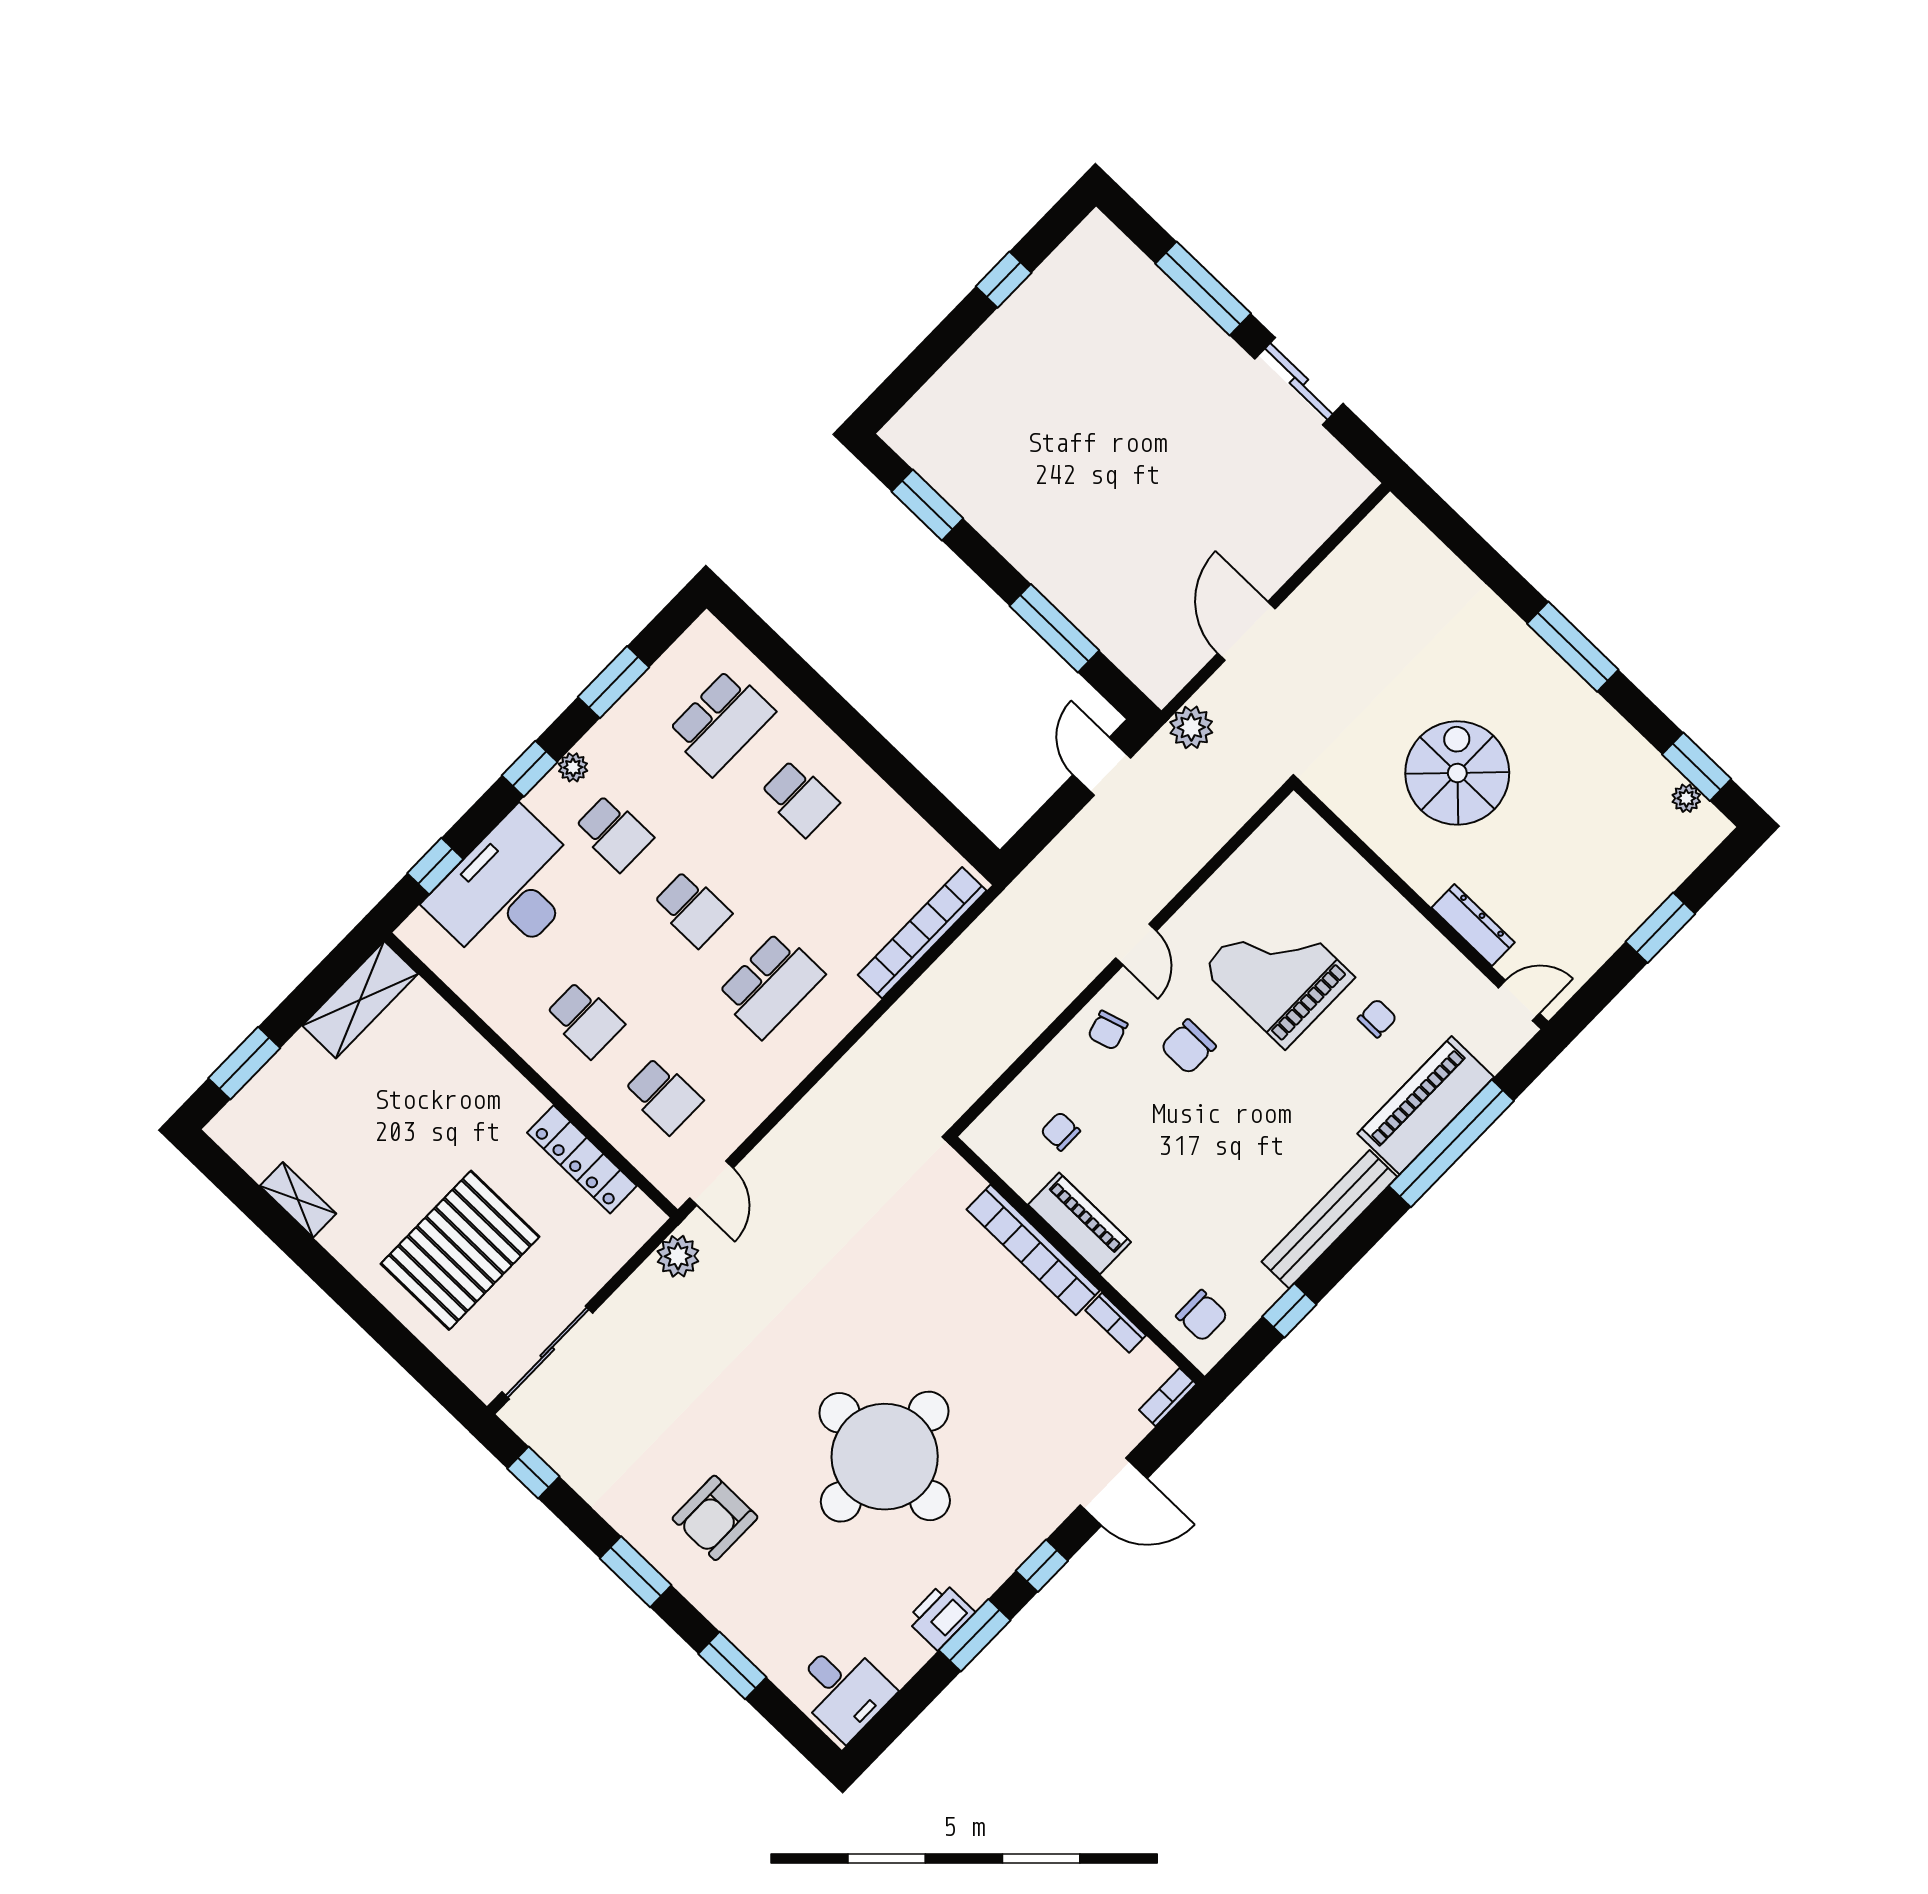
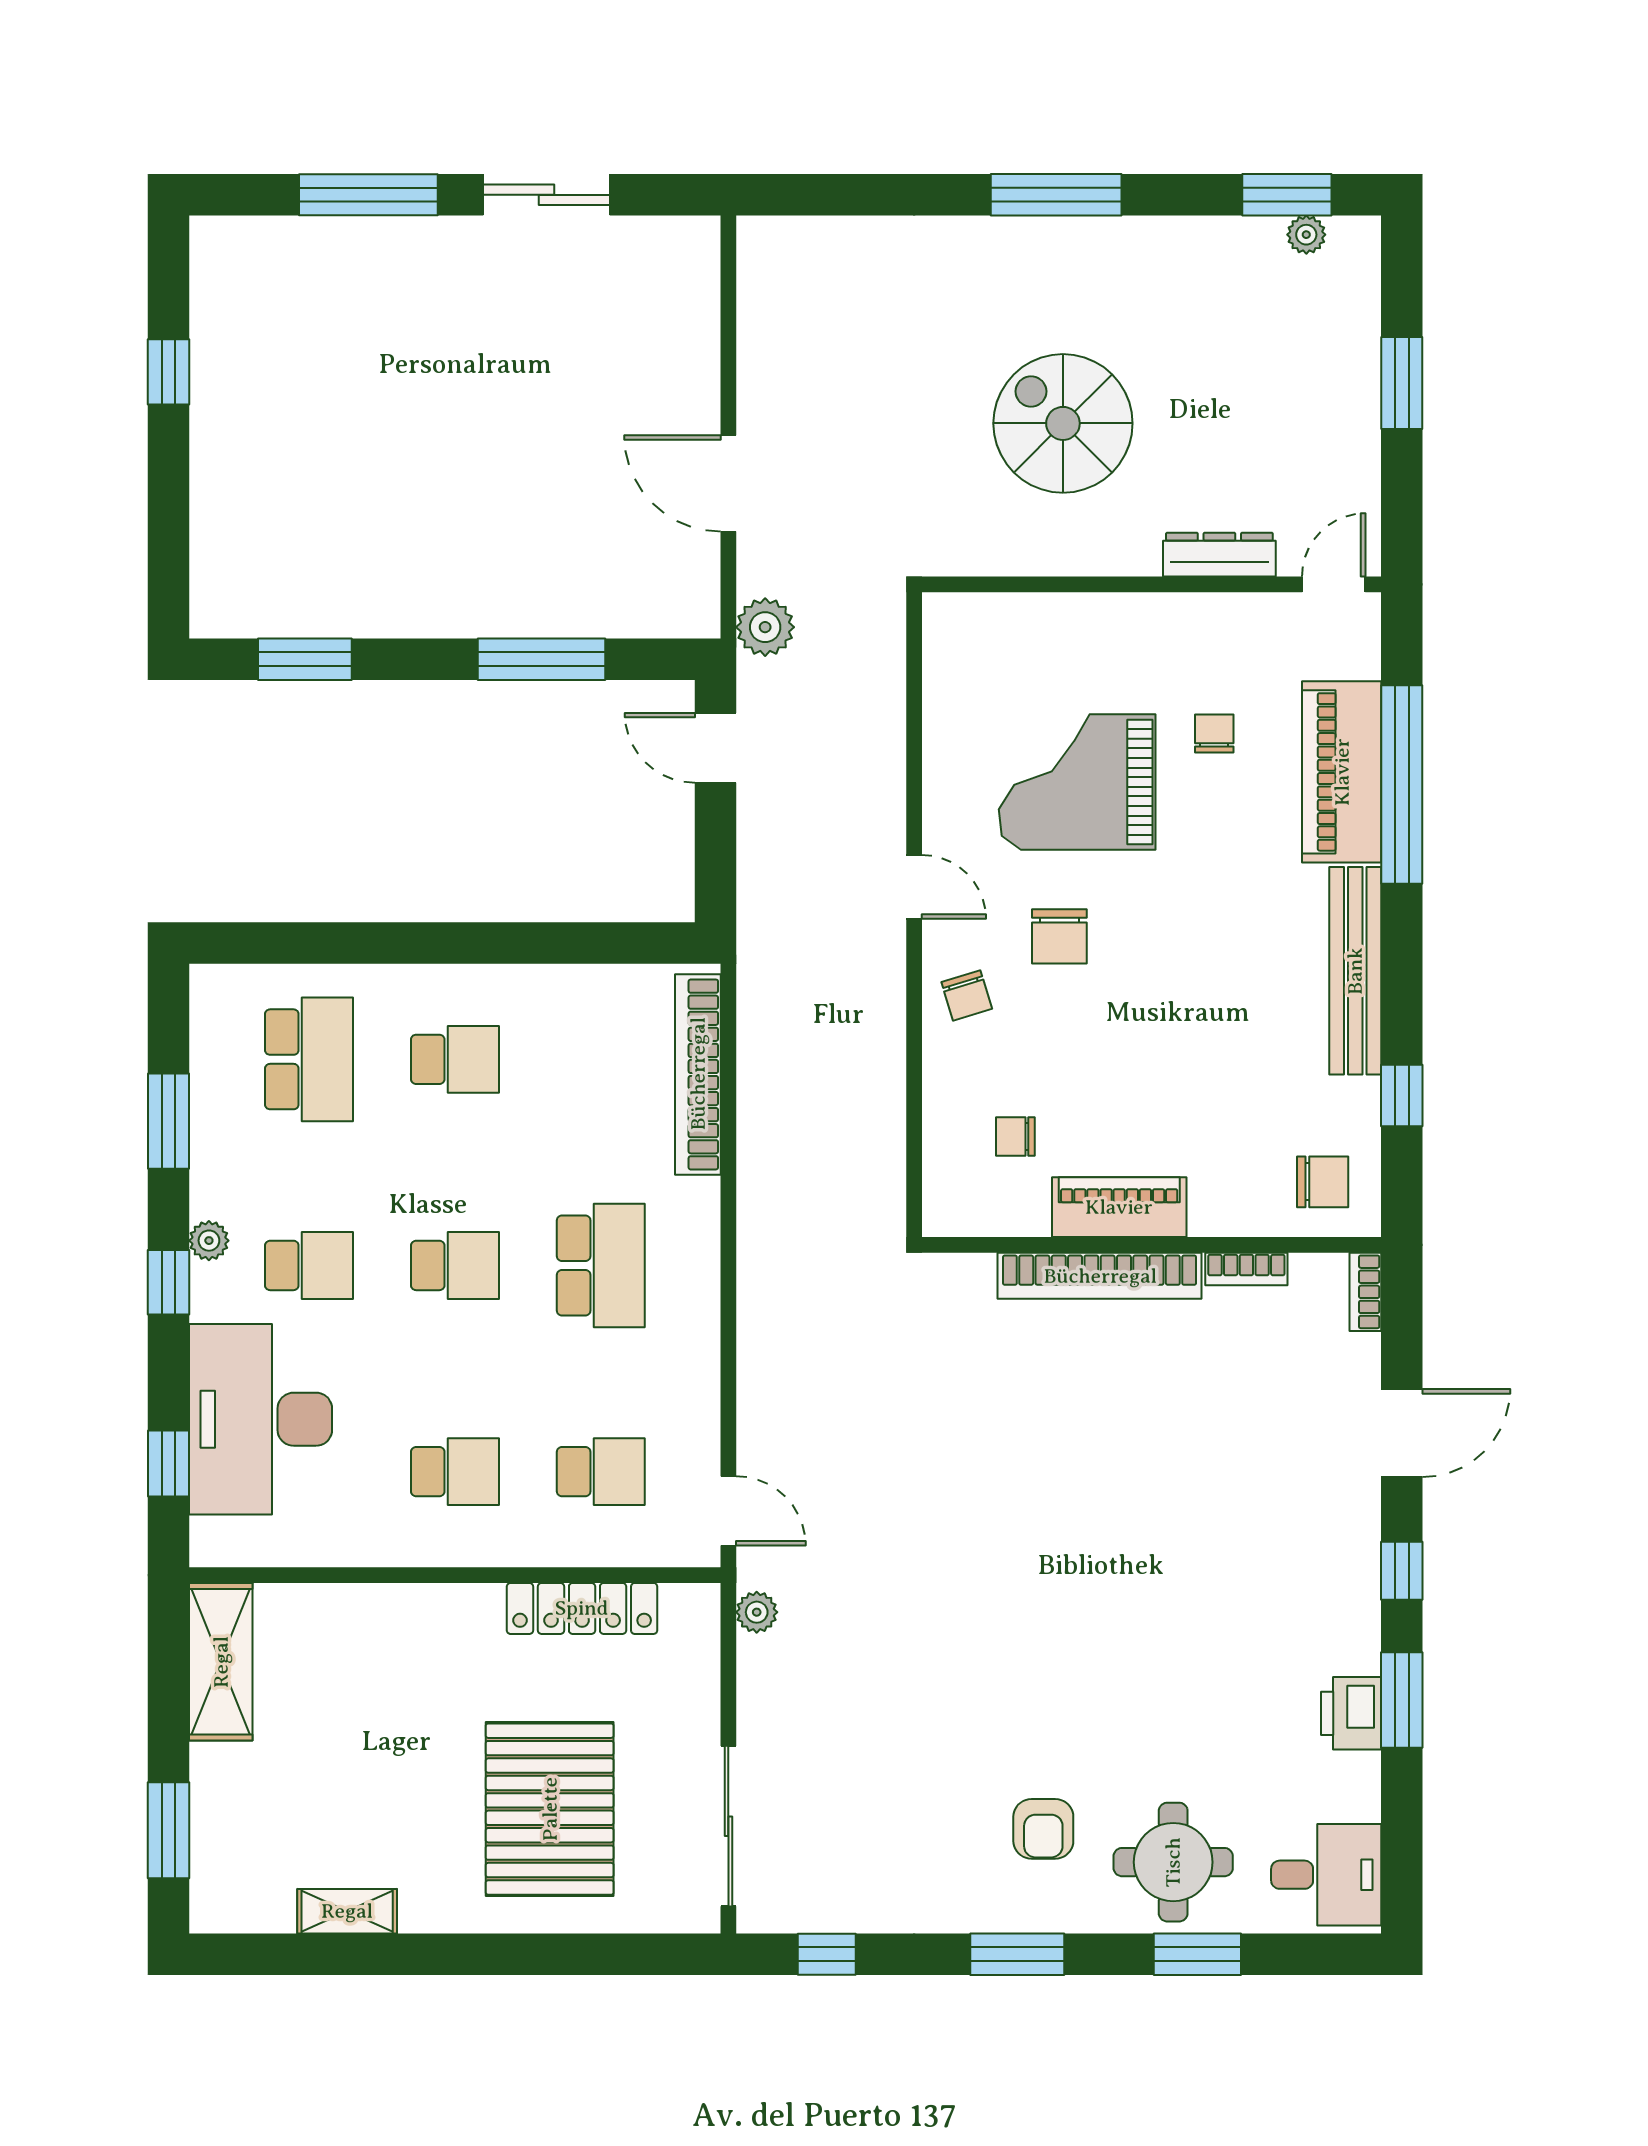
plant: (678, 1256) -> (757, 1612), width x0.73, depth x0.73
round table: (885, 1457) -> (1173, 1862), moved, width x0.54, depth x0.54
armchair: (715, 1518) -> (1043, 1829), width x0.72, depth x0.72

